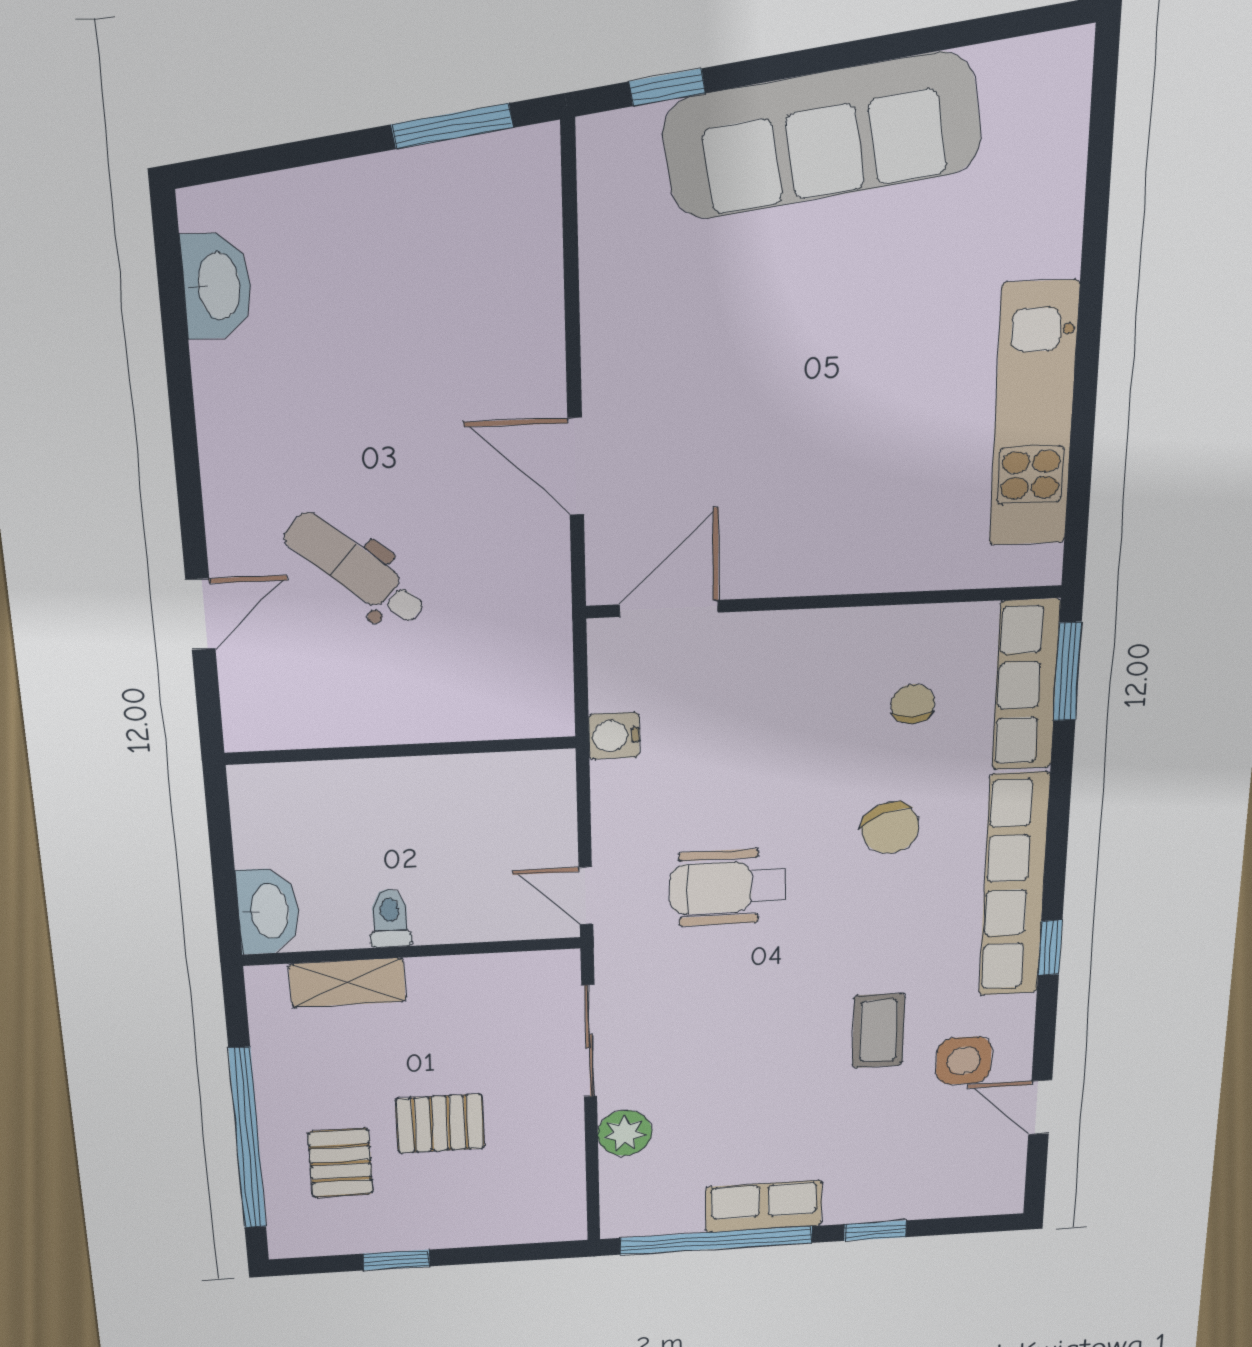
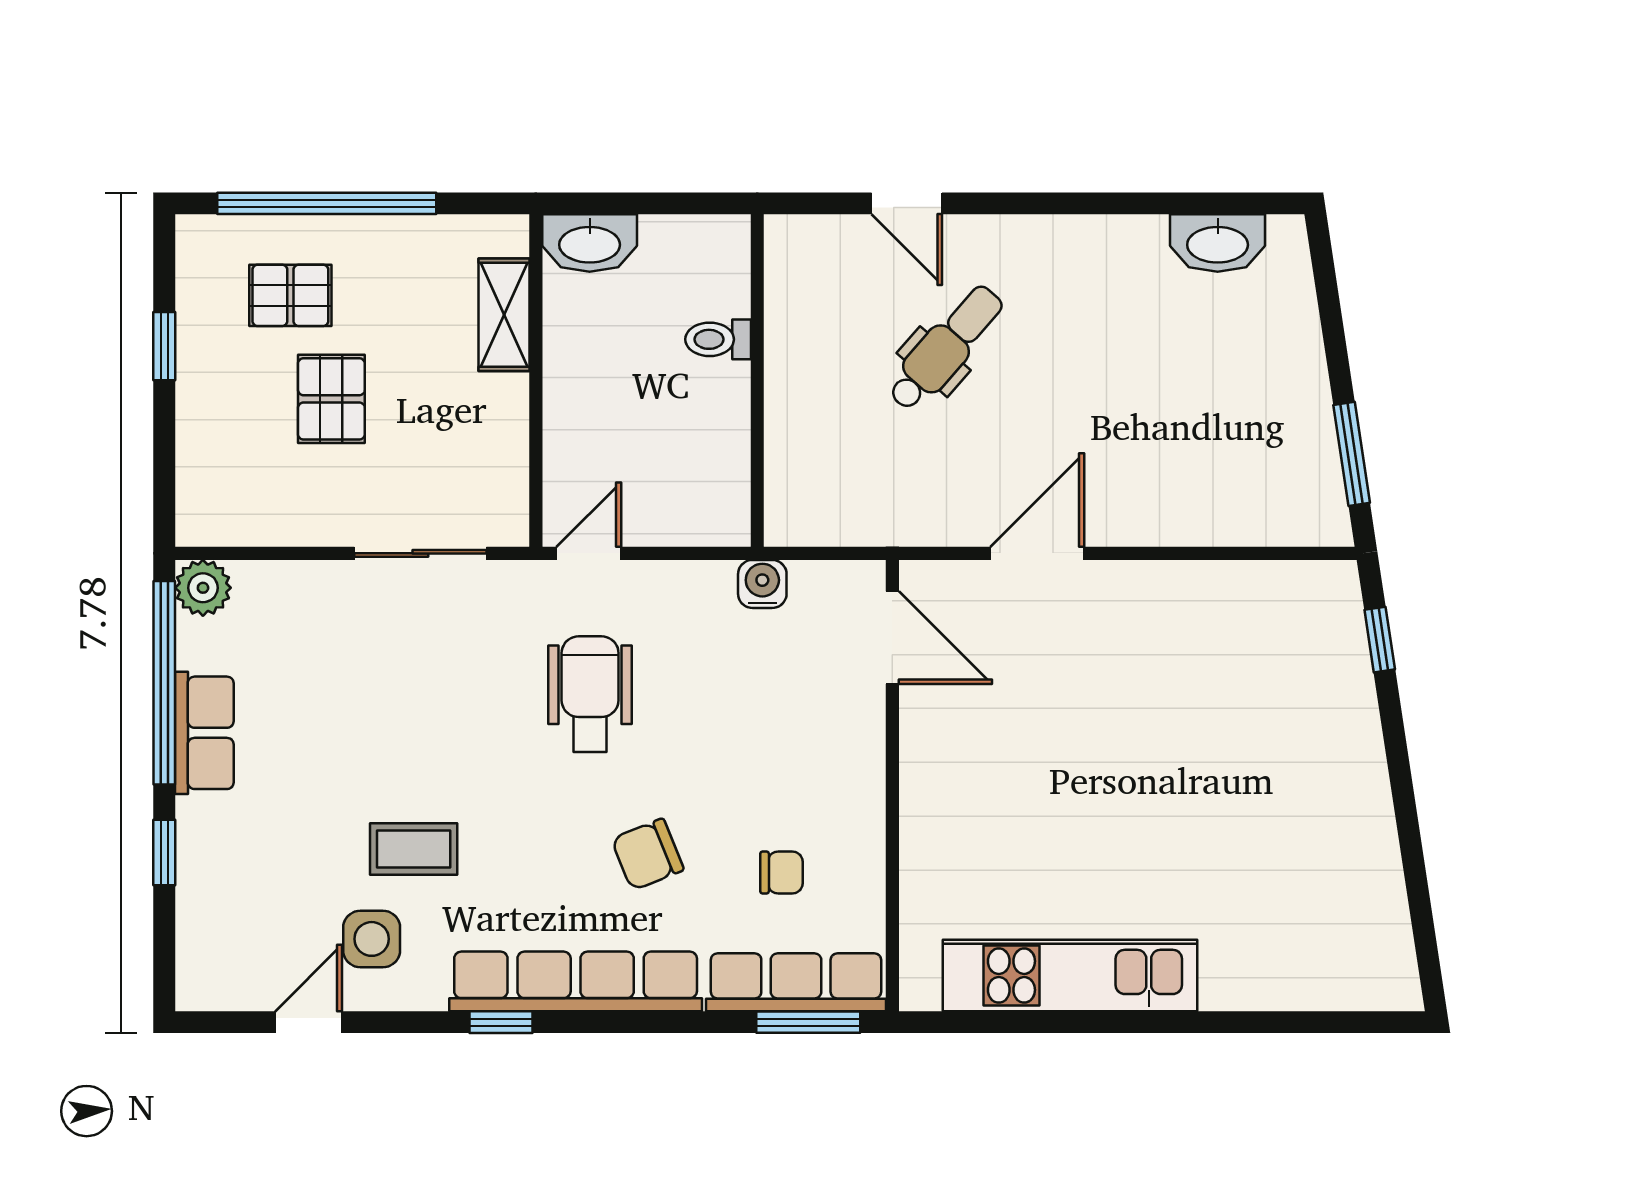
sofa: (823, 135) -> (1334, 775), removed
toilet: (390, 918) -> (718, 339), moved, turned 180
plant: (625, 1133) -> (203, 588), moved

